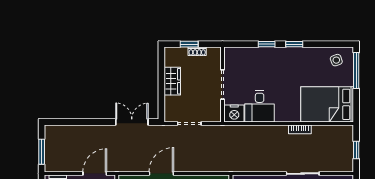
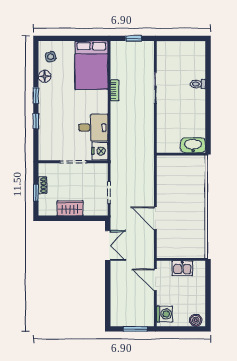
floor lamp: (315, 54) -> (45, 76), added
window: (356, 71) -> (60, 38), removed
double door: (132, 122) -> (108, 245), swing flipped

